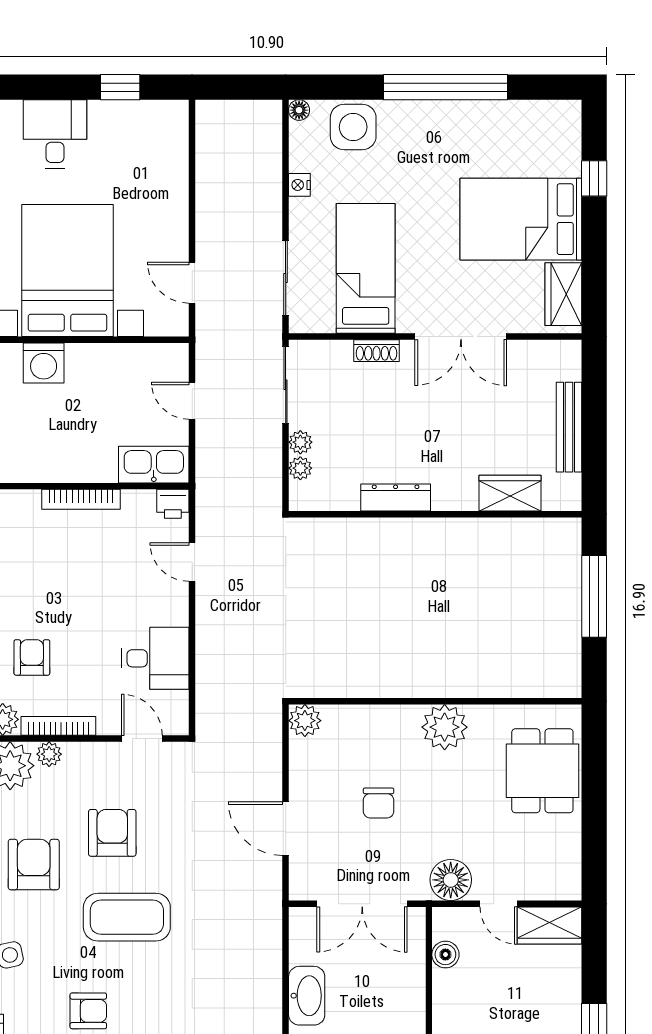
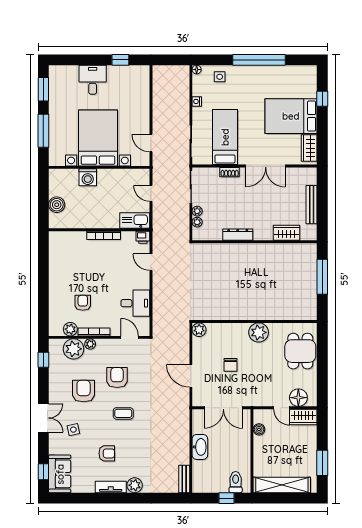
side table: (353, 127) -> (220, 77), width x0.54, depth x0.54
floor lamp: (451, 880) -> (298, 398), moved
coffee table: (127, 917) -> (123, 413), width x0.54, depth x0.58

